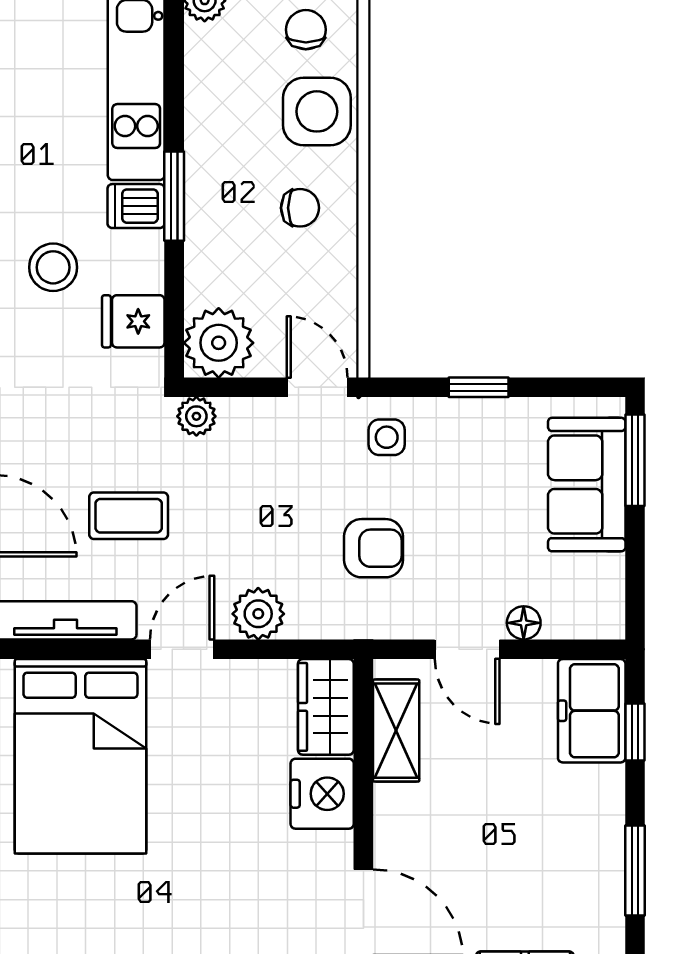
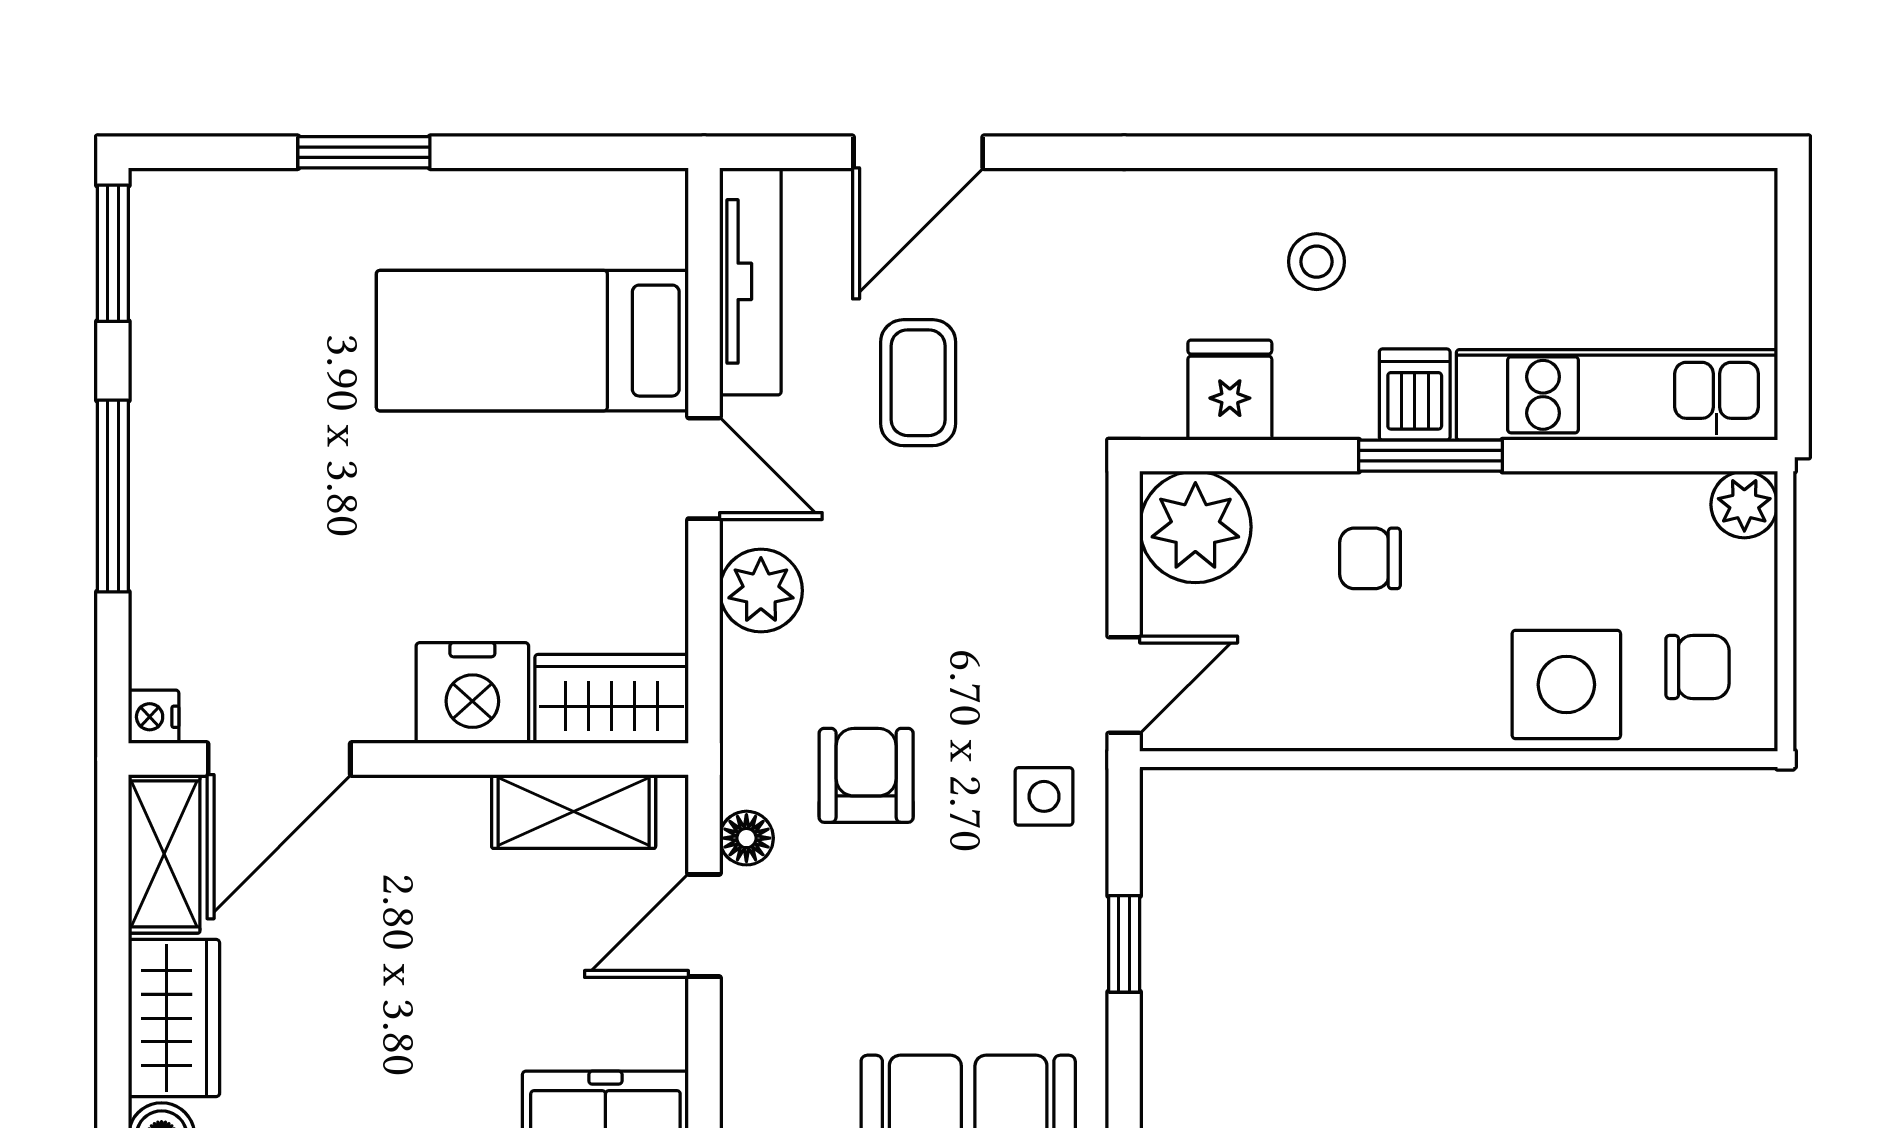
chair: (300, 208) -> (1370, 558), moved, turned 90
stool: (53, 267) -> (1316, 262), width x0.73, depth x0.73
plant: (196, 416) -> (1078, 491), removed
armchair: (373, 548) -> (866, 775), turned 180
floor lamp: (524, 623) -> (746, 838), moved
bed: (80, 756) -> (532, 341), width x0.67

